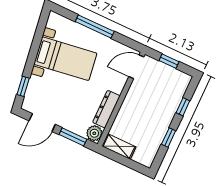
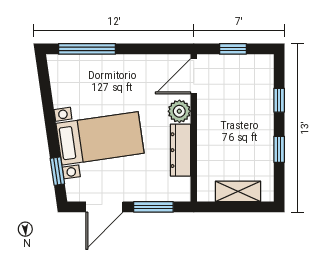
window: (95, 26) -> (87, 49), moved
bed with nightstands: (65, 59) -> (100, 138), moved
plant: (94, 133) -> (179, 111), moved
shelving: (119, 146) -> (238, 191), moved

